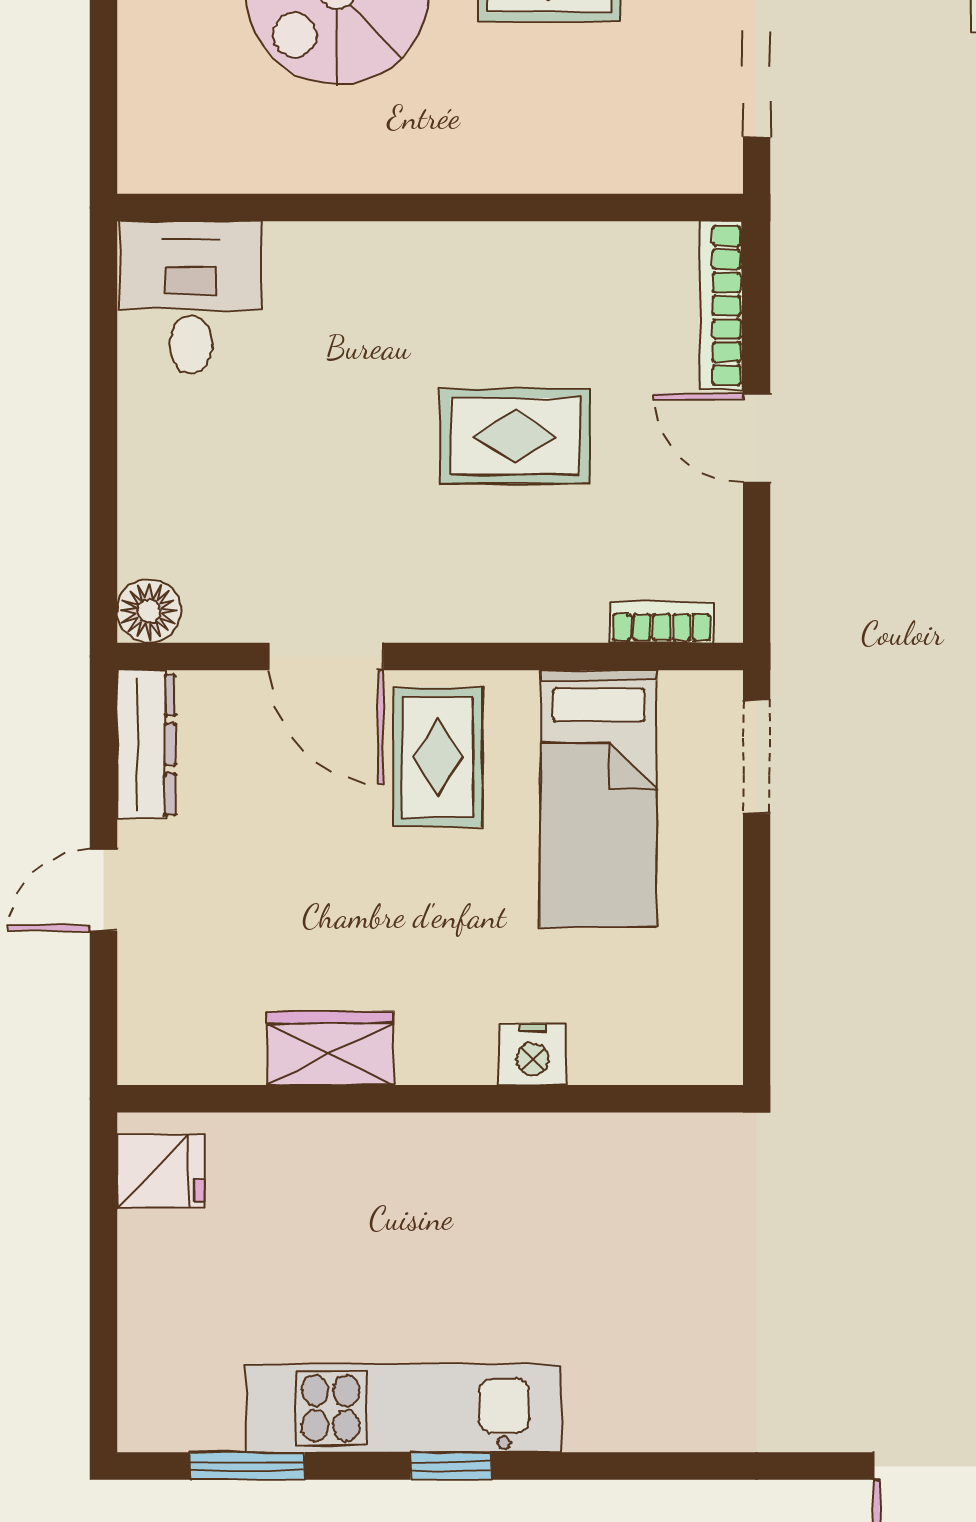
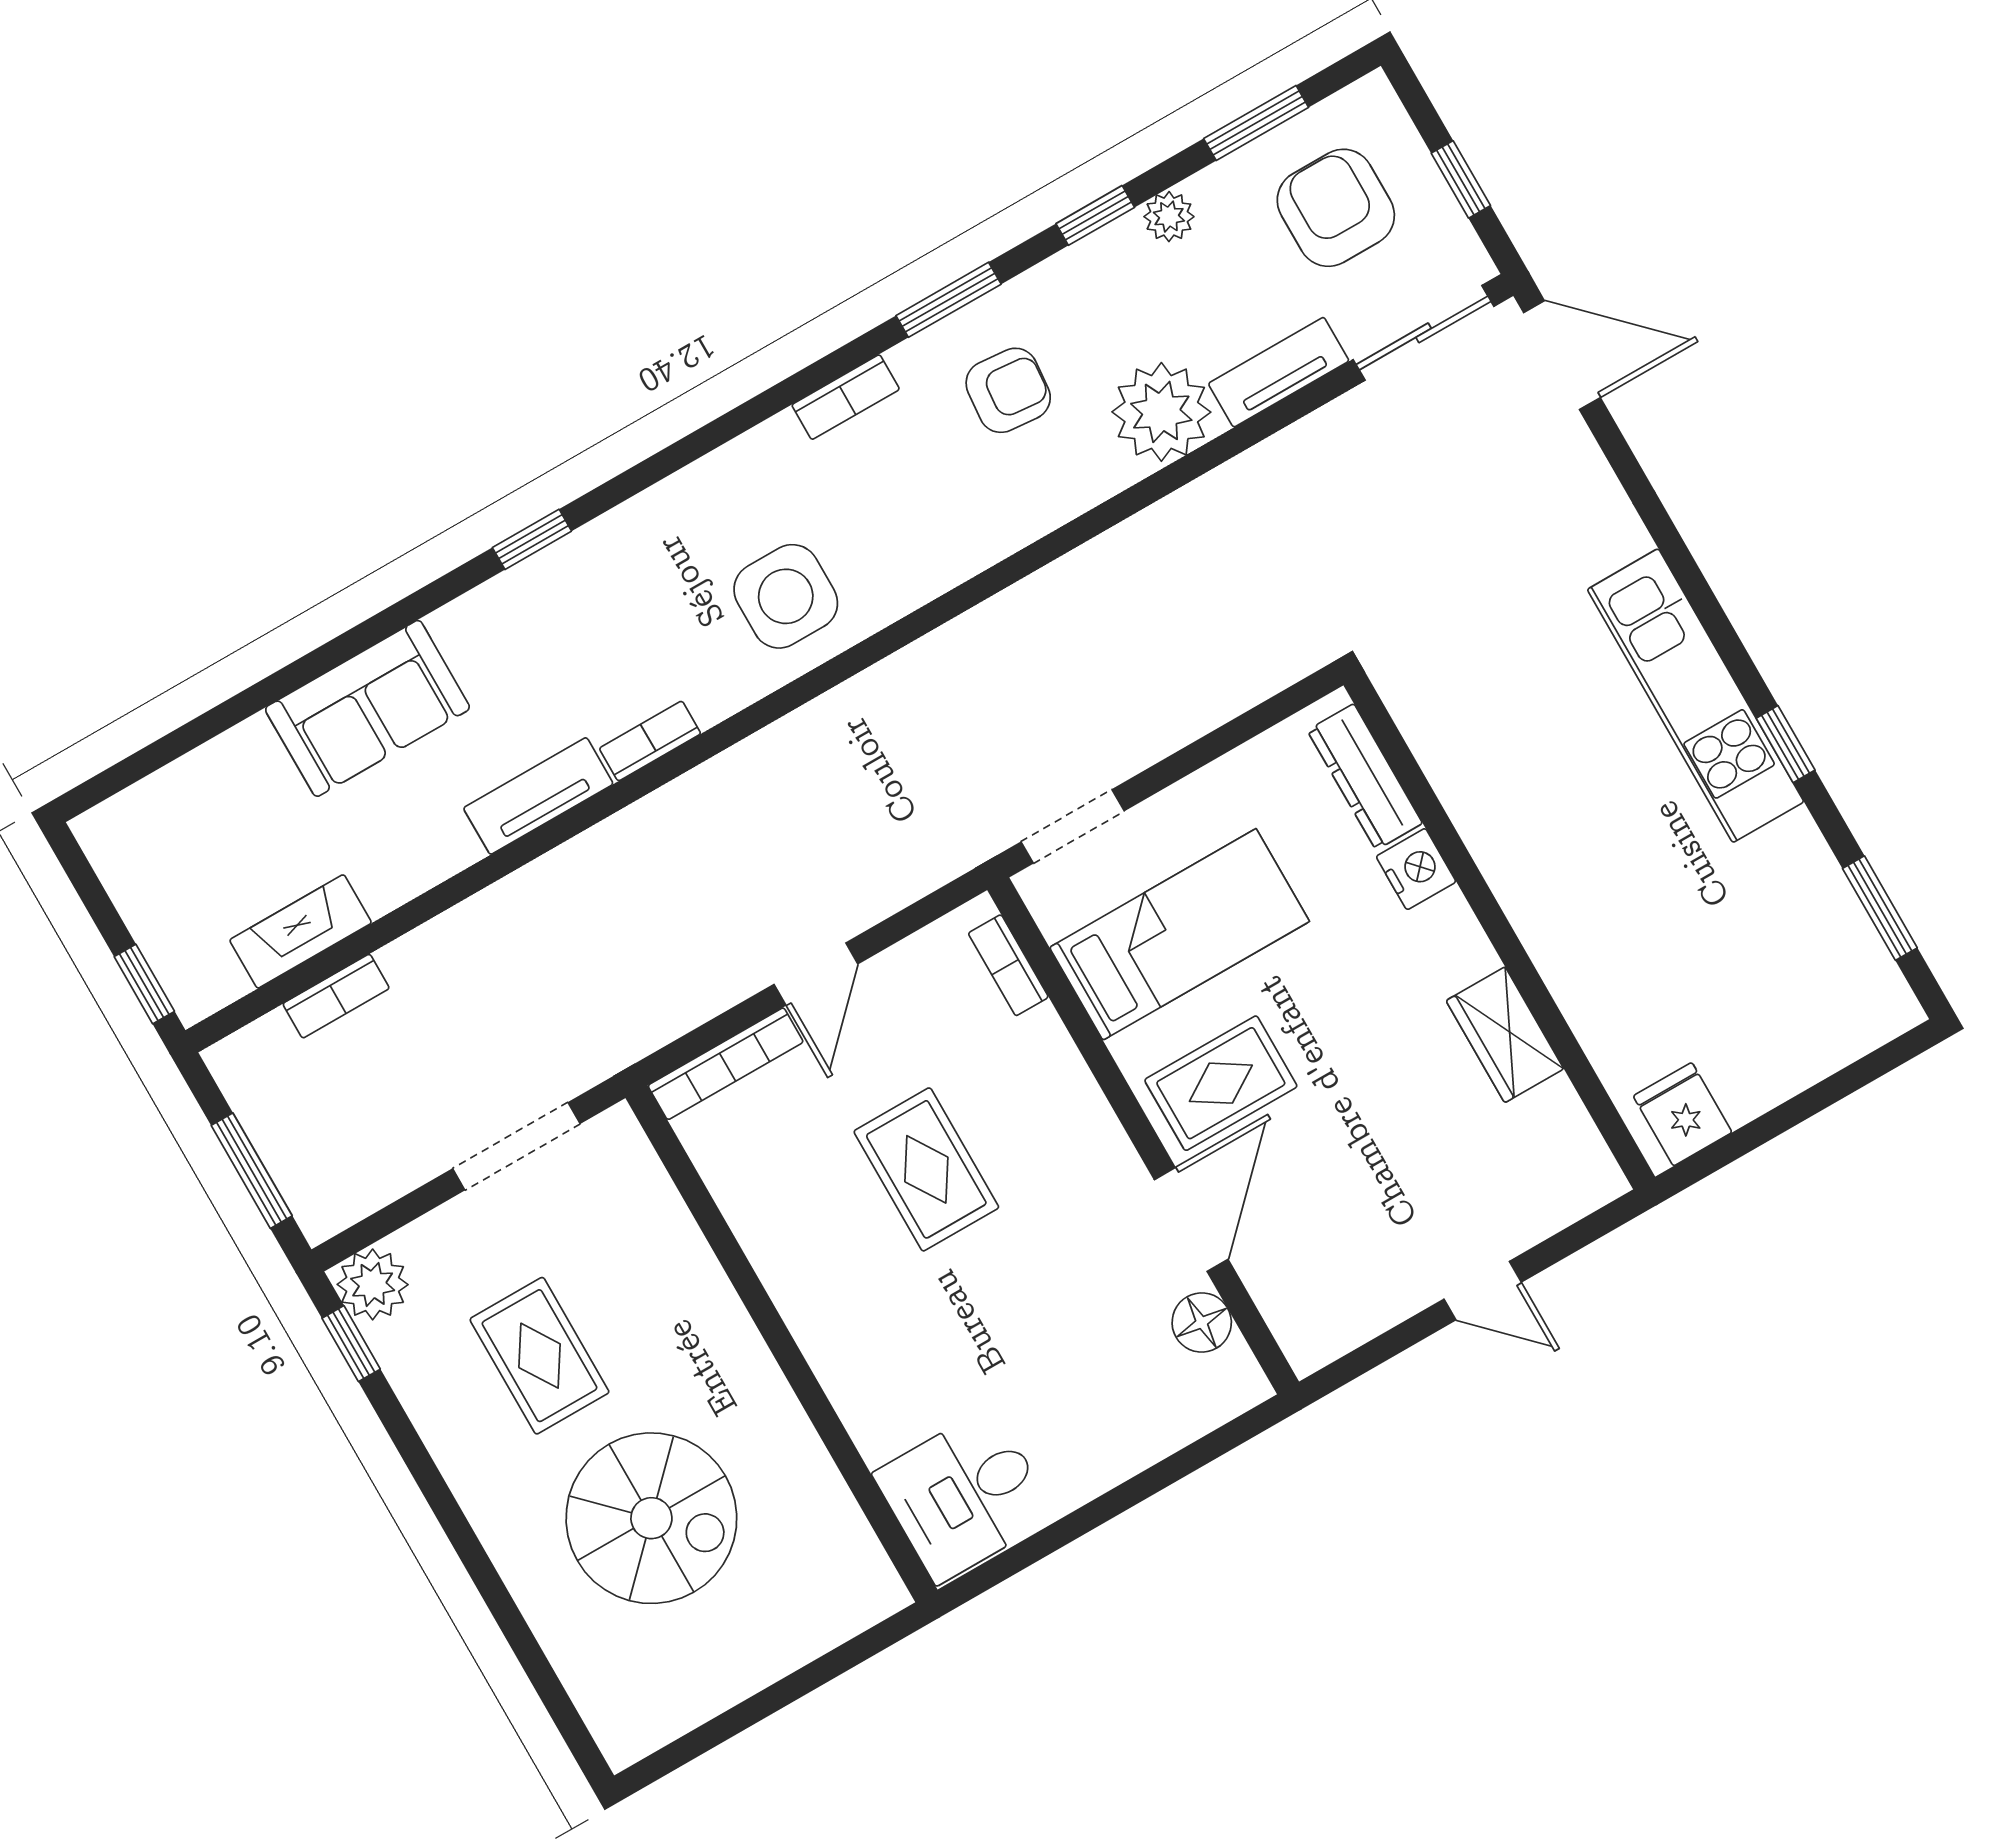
floor lamp: (149, 611) -> (1202, 1322), moved
dresser: (146, 745) -> (1365, 777), moved, turned -90
kitchen unit: (403, 1408) -> (1696, 696), moved

